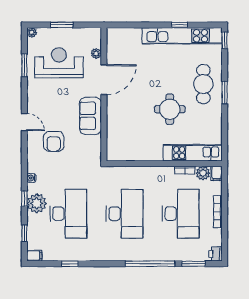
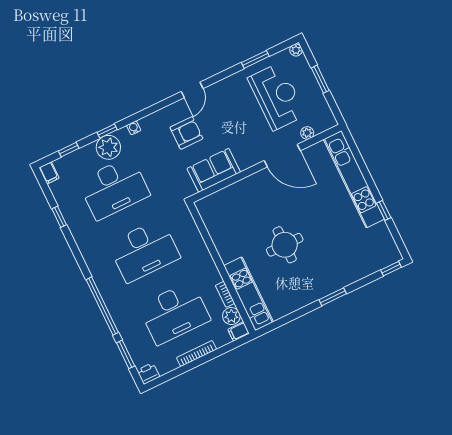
kitchen unit: (182, 36) -> (354, 179), moved
cafe table: (203, 84) -> (331, 269), removed
sofa: (90, 116) -> (214, 170), moved
armchair: (54, 141) -> (186, 133), turned 180

